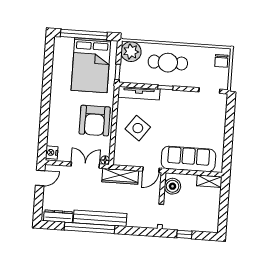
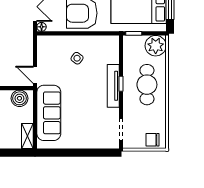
tv unit: (139, 93) -> (113, 86), moved
side table: (138, 128) -> (77, 58), width x0.54, depth x0.54
wardrobe: (120, 176) -> (26, 44), removed

